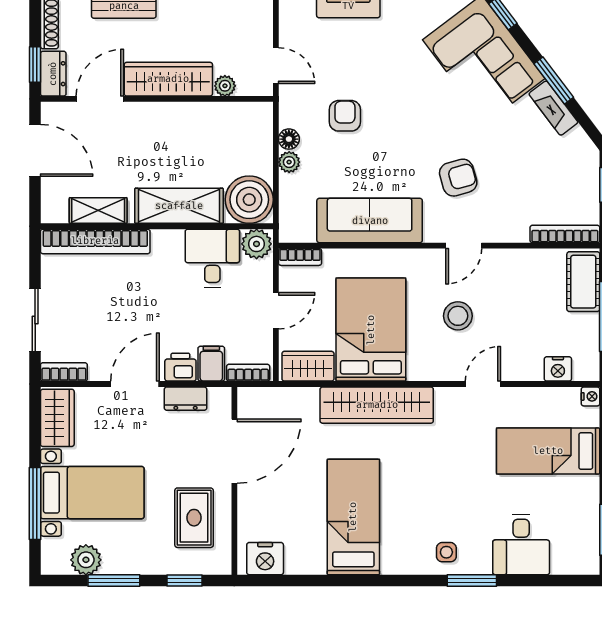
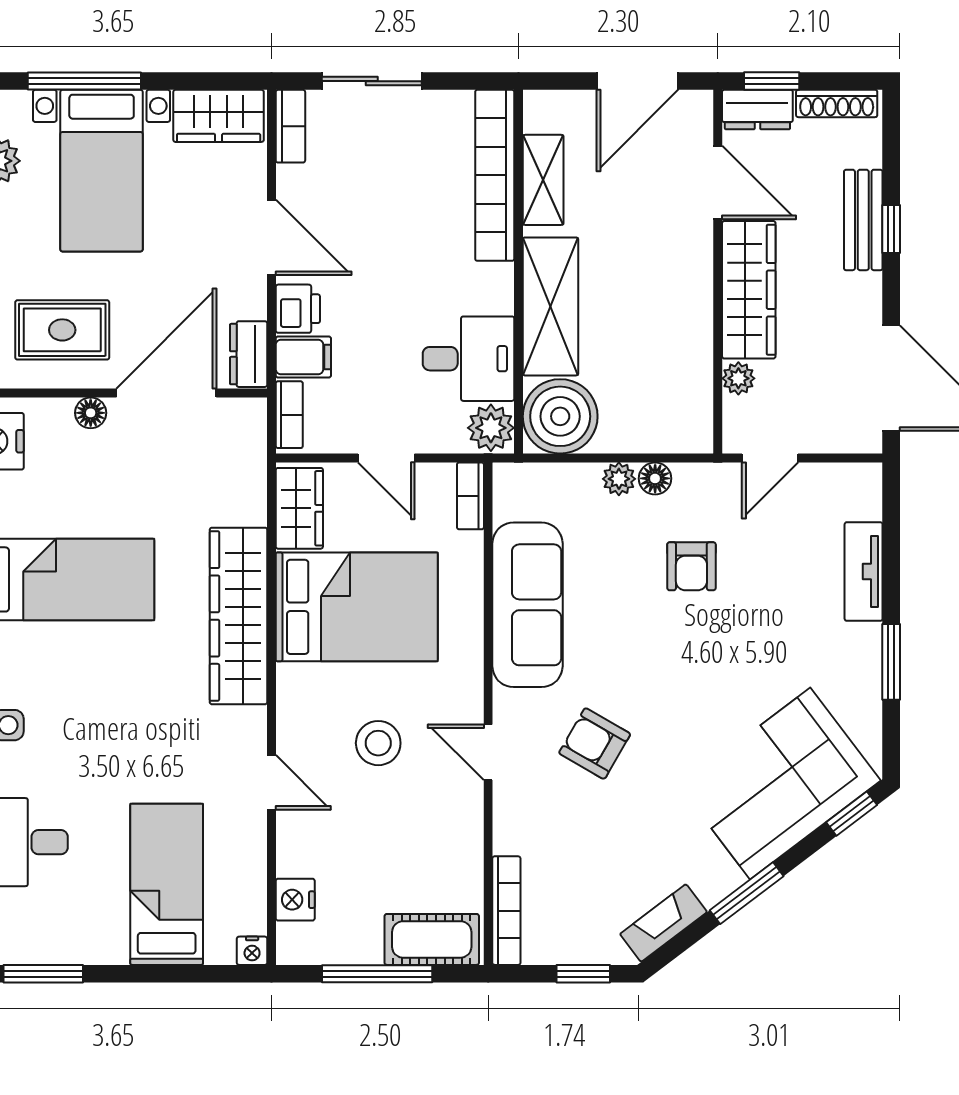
fireplace: (553, 108) -> (663, 923), moved
armchair: (345, 116) -> (691, 566), turned 90
armchair: (458, 178) -> (595, 744), turned 136
dresser: (186, 399) -> (249, 354), moved
door: (234, 451) -> (166, 393), swing flipped
floor lamp: (247, 500) -> (91, 413), added

